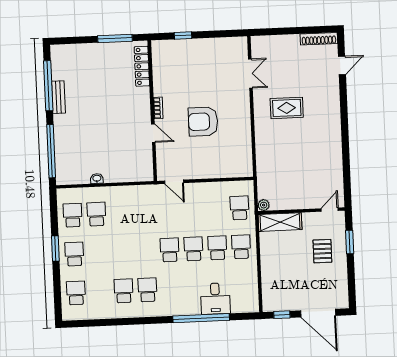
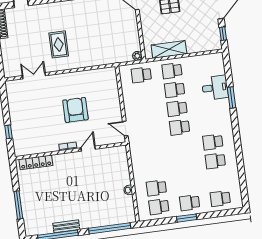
window: (115, 38) -> (18, 205), moved
armchair: (203, 122) -> (75, 110), turned 180
door: (174, 182) -> (125, 129), swing flipped
shelving: (280, 222) -> (169, 49), moved, turned 90
window: (201, 318) -> (232, 97), width x0.47

